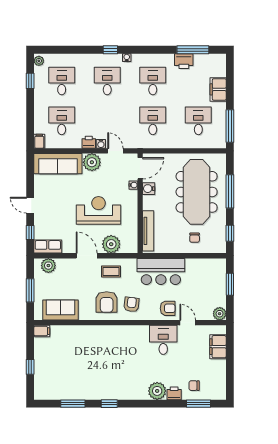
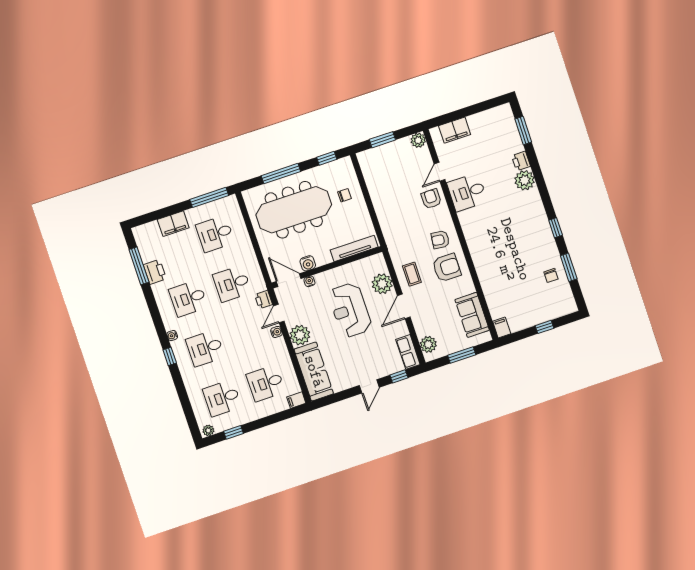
printer: (89, 142) -> (264, 300), moved
bar counter: (161, 271) -> (394, 220), removed
chair: (194, 386) -> (551, 275), moved

